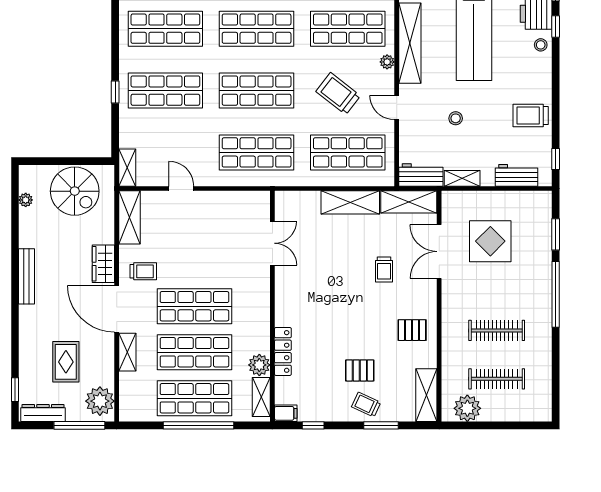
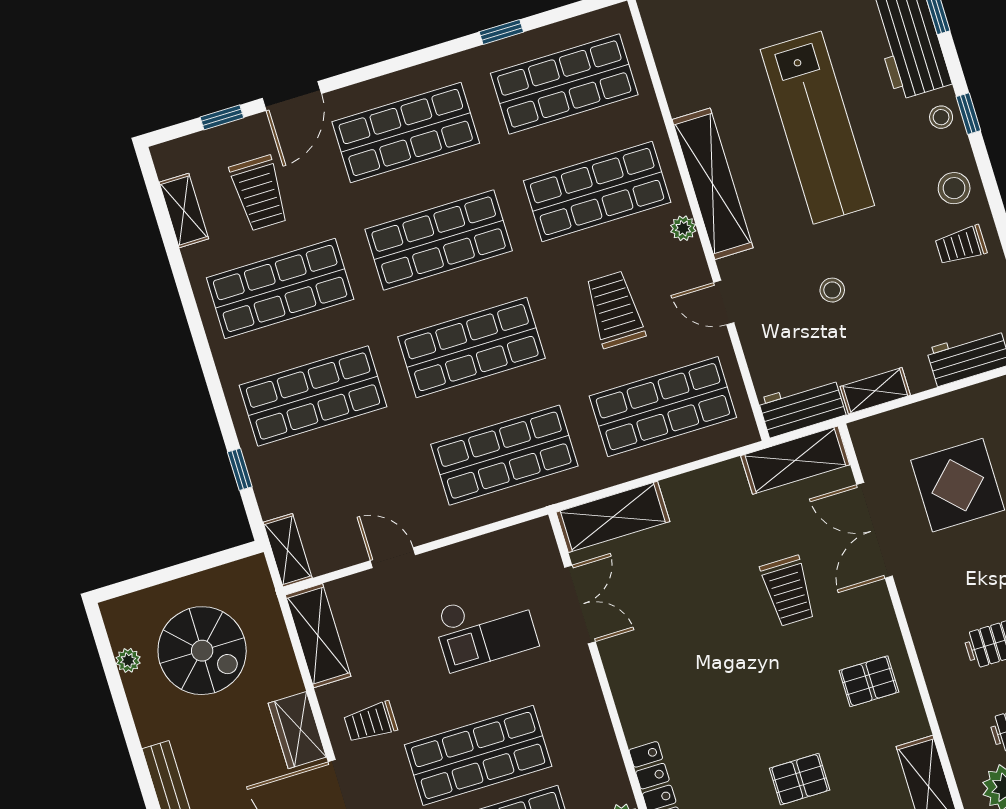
window: (556, 26) -> (968, 114), moved
stool: (536, 84) -> (954, 188), added
window: (115, 92) -> (240, 469), moved
trolley: (338, 94) -> (615, 309), turned 52
trolley: (531, 115) -> (961, 245), width x0.73, depth x0.72
spiral stairs: (75, 191) -> (202, 651), moved
shelving: (350, 202) -> (613, 517), moved
checkout: (219, 241) -> (485, 628), added
trolley: (384, 270) -> (788, 591), width x1.36, depth x1.39
trolley: (143, 271) -> (370, 722), turned 180

